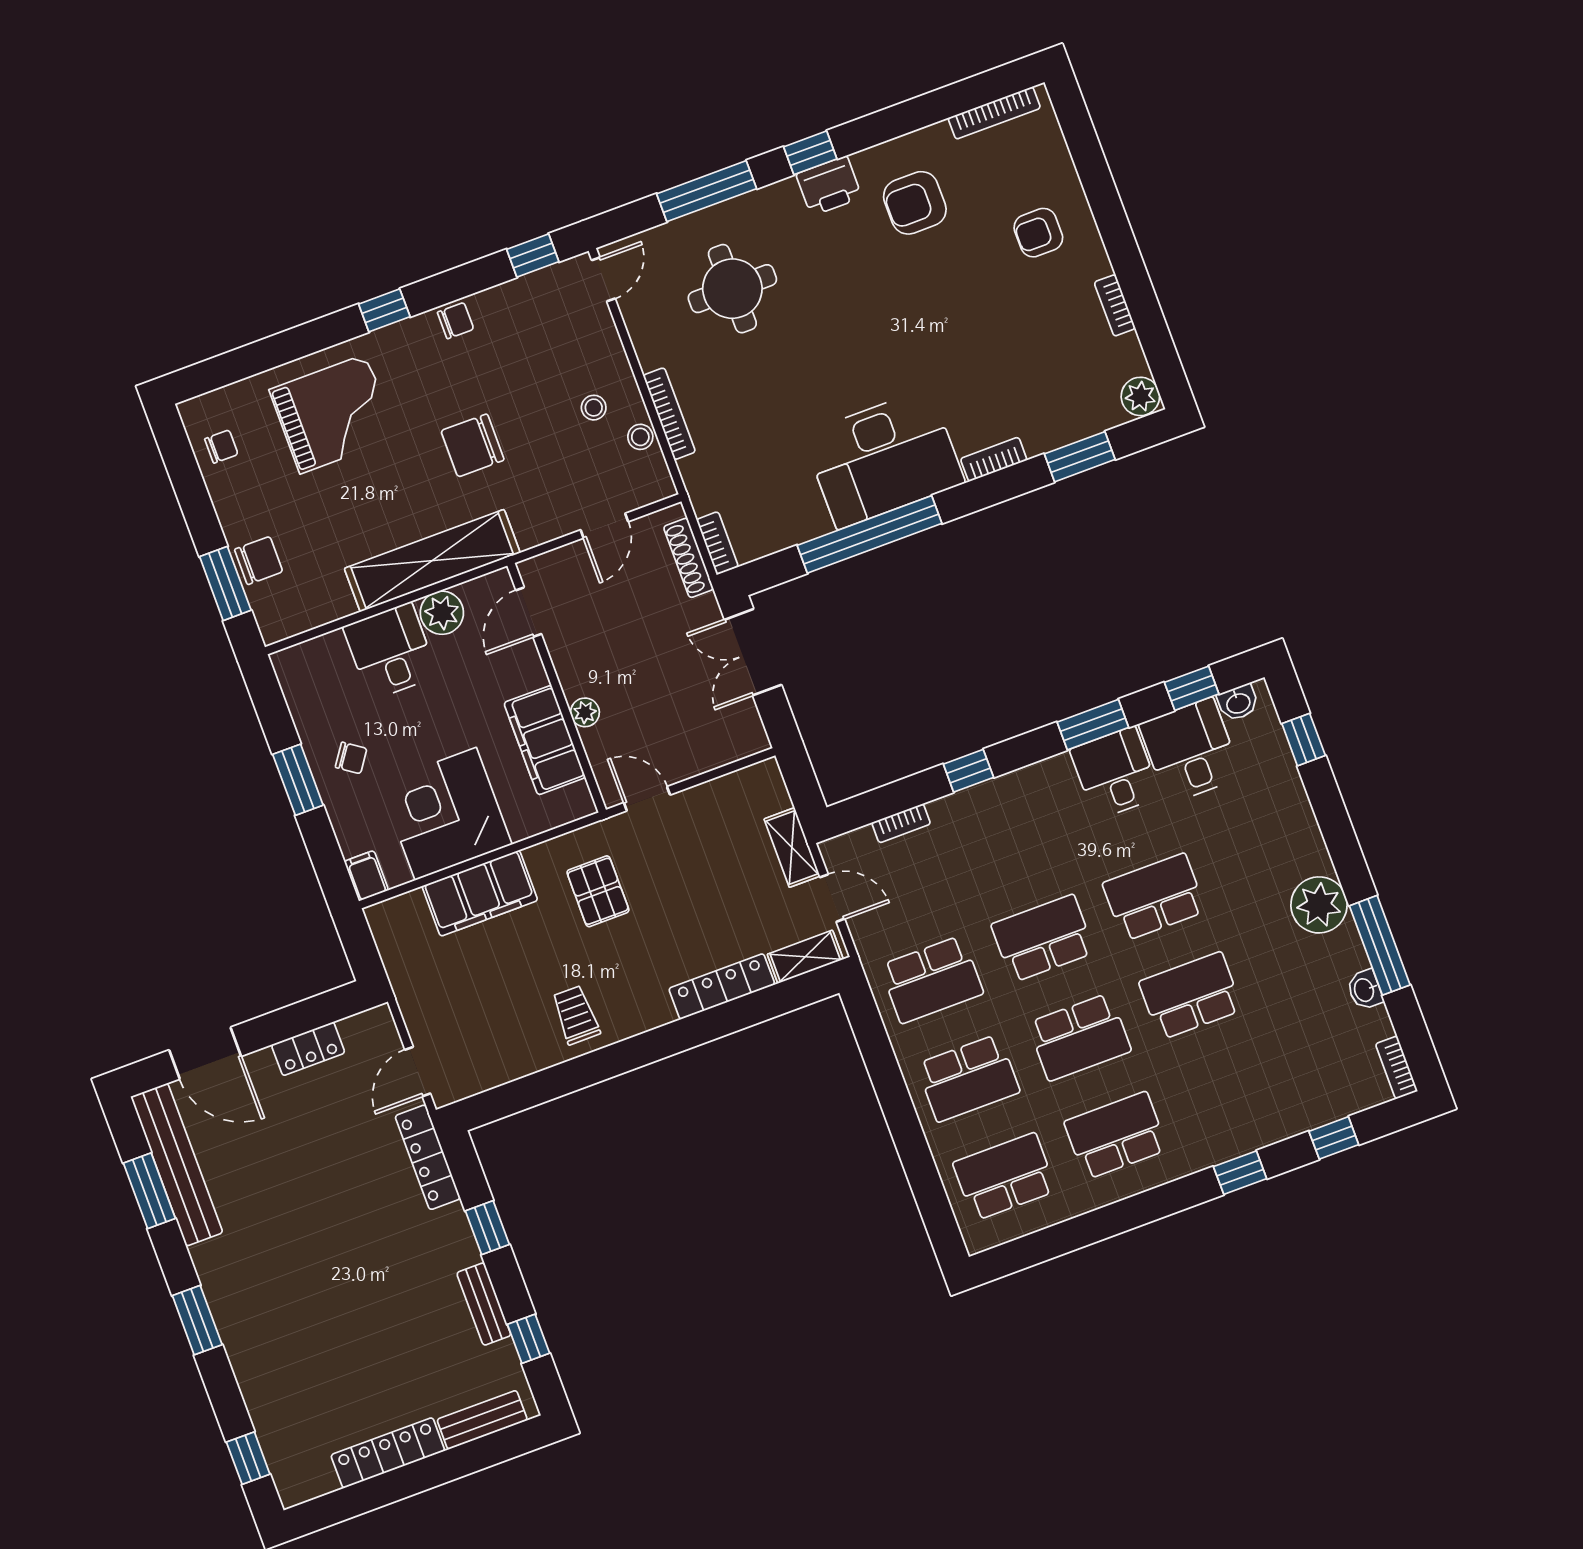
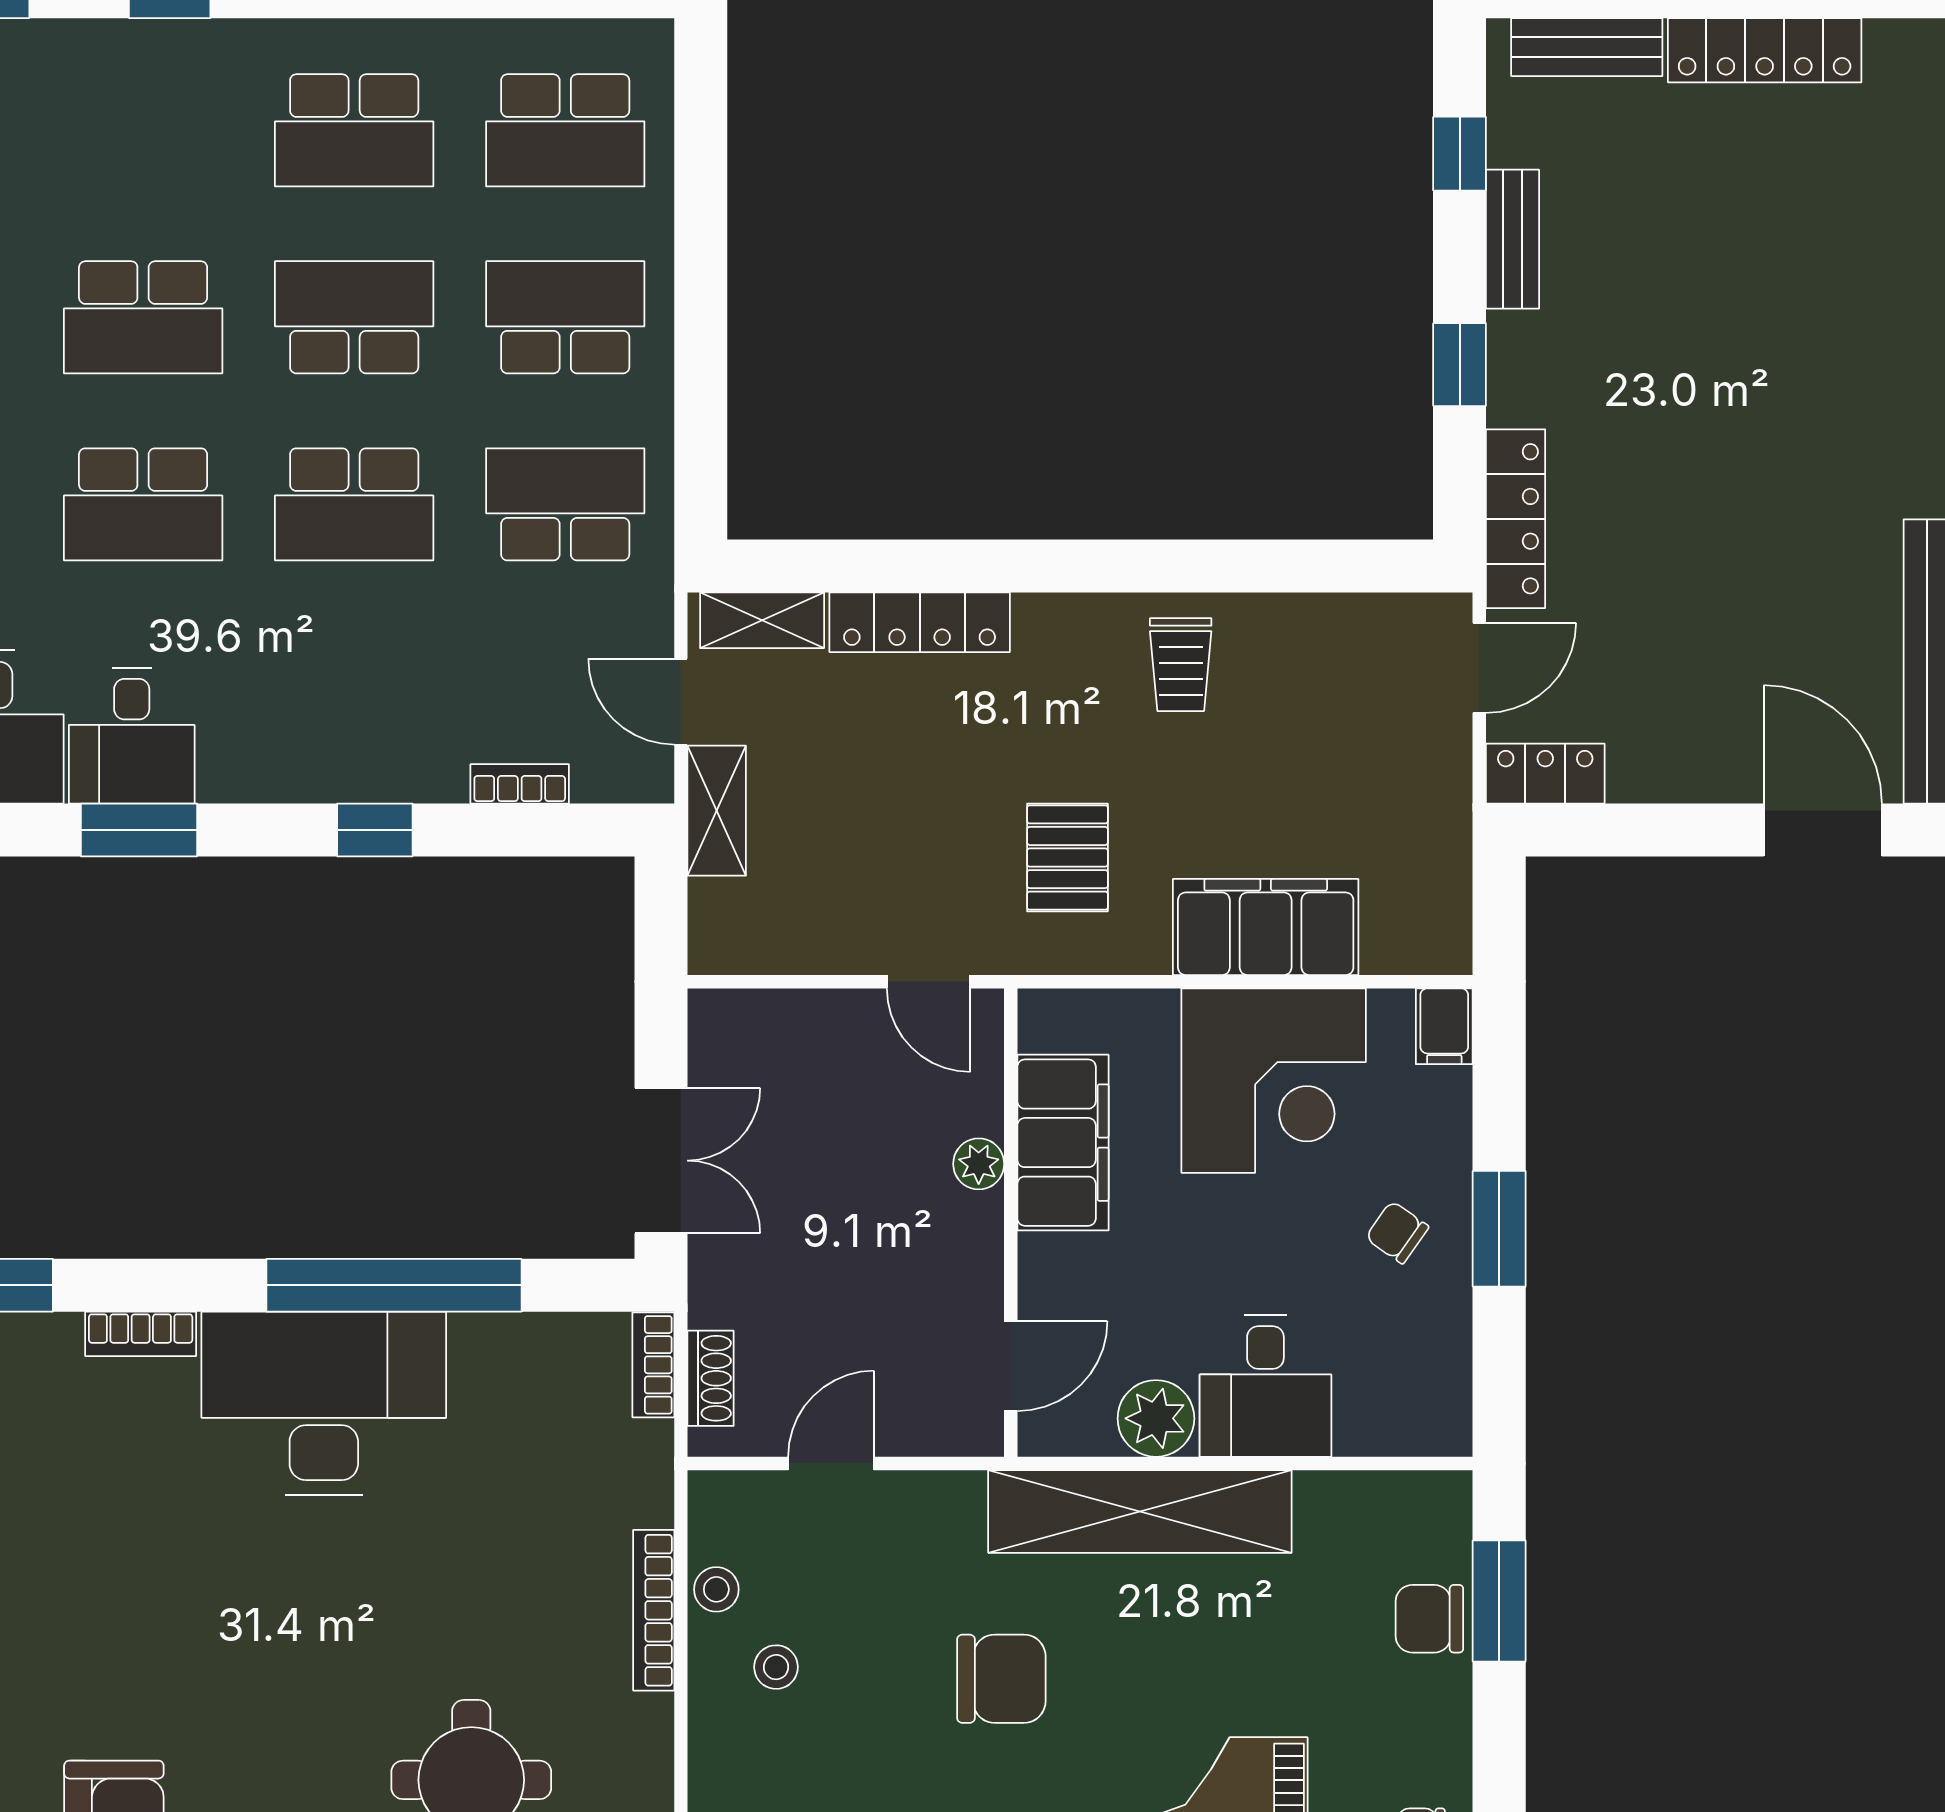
shoe rack: (689, 558) -> (711, 1378), width x0.70
locker: (308, 1049) -> (1545, 774), moved

